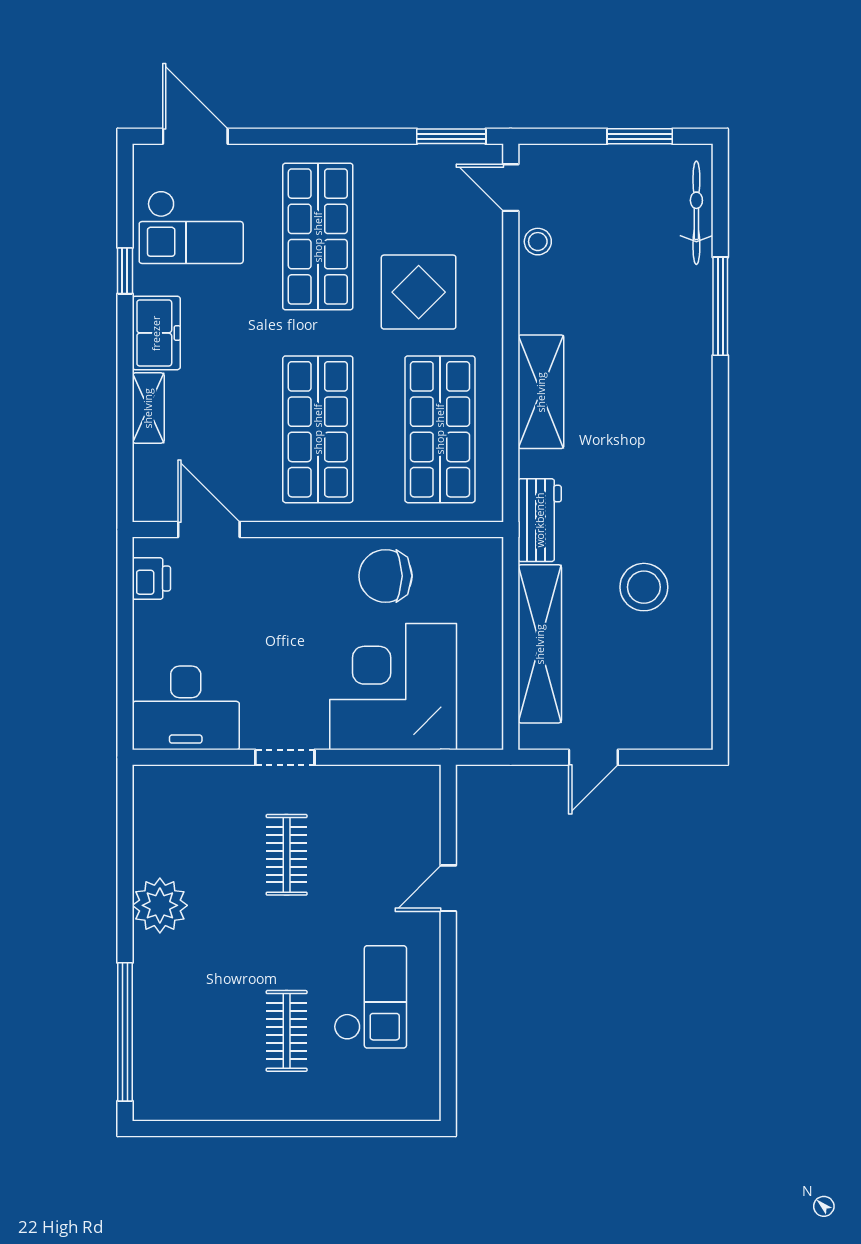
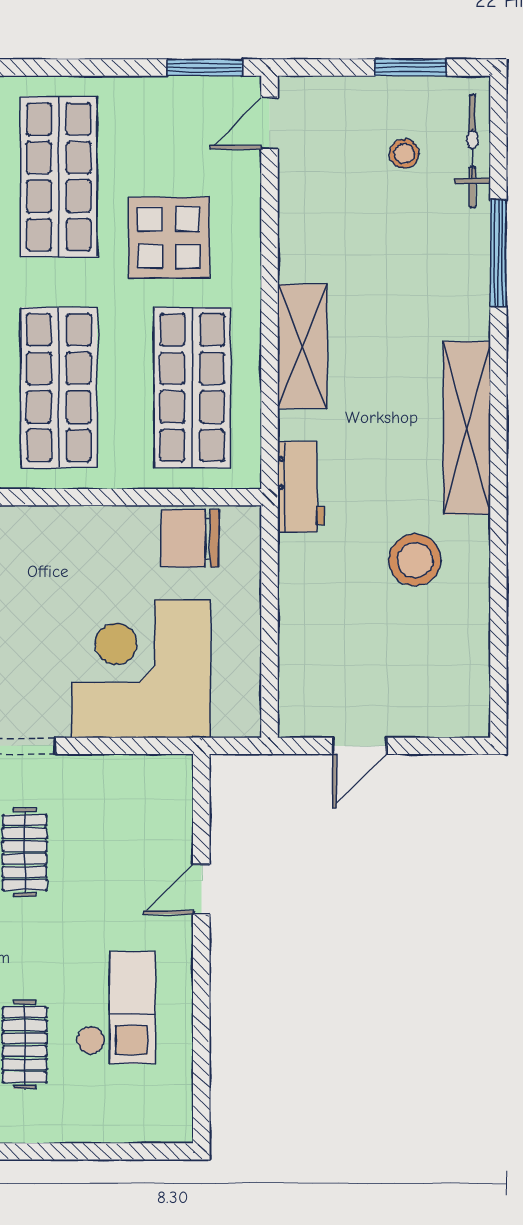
door: (511, 188) -> (270, 123), hinge flipped
stool: (538, 242) -> (404, 154), moved
chair: (385, 576) -> (190, 538), moved
shelving: (540, 644) -> (467, 428), moved

